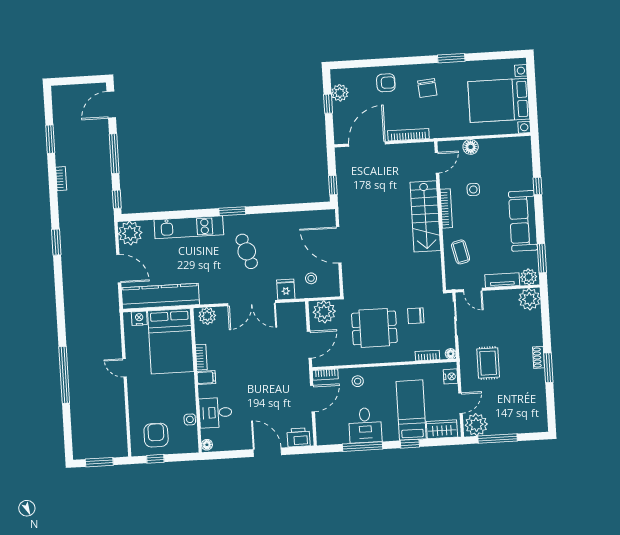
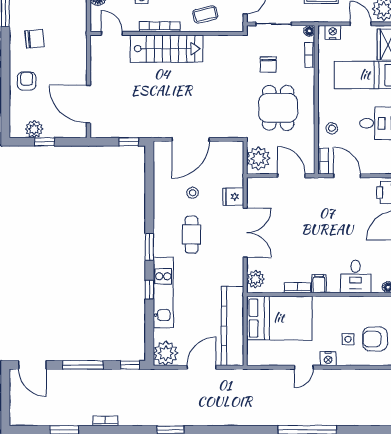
bookcase: (408, 135) -> (81, 61), removed
window: (191, 214) -> (149, 290), added
cafe table: (247, 251) -> (192, 235), turned -72
stool: (311, 278) -> (193, 193), moved
nightstand: (139, 318) -> (328, 359), moved, turned -90
side table: (190, 419) -> (348, 339), moved

